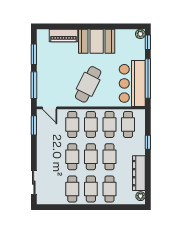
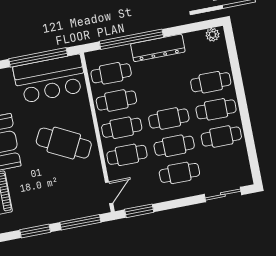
window: (148, 142) -> (131, 39), width x3.17
cafe table: (109, 157) -> (179, 173), moved
dresser: (139, 173) -> (158, 48), moved

